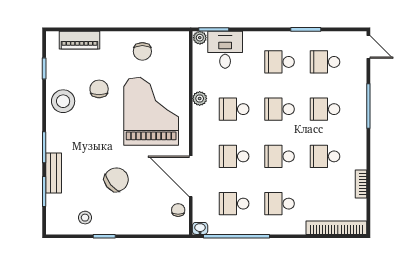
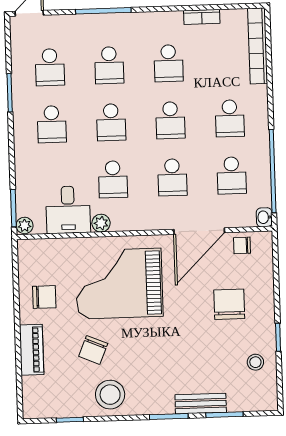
piano: (79, 40) -> (32, 350), moved
desk: (225, 50) -> (68, 210), moved, turned -90
chair: (99, 89) -> (93, 350), turned -67
chair: (116, 180) -> (229, 304), moved, turned 39

